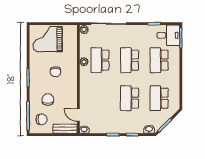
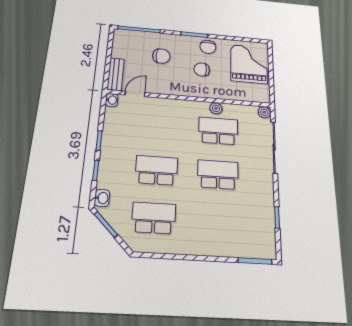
desk: (168, 35) -> (259, 240), removed
school desk: (159, 60) -> (218, 222), removed
chair: (42, 119) -> (208, 47), moved

